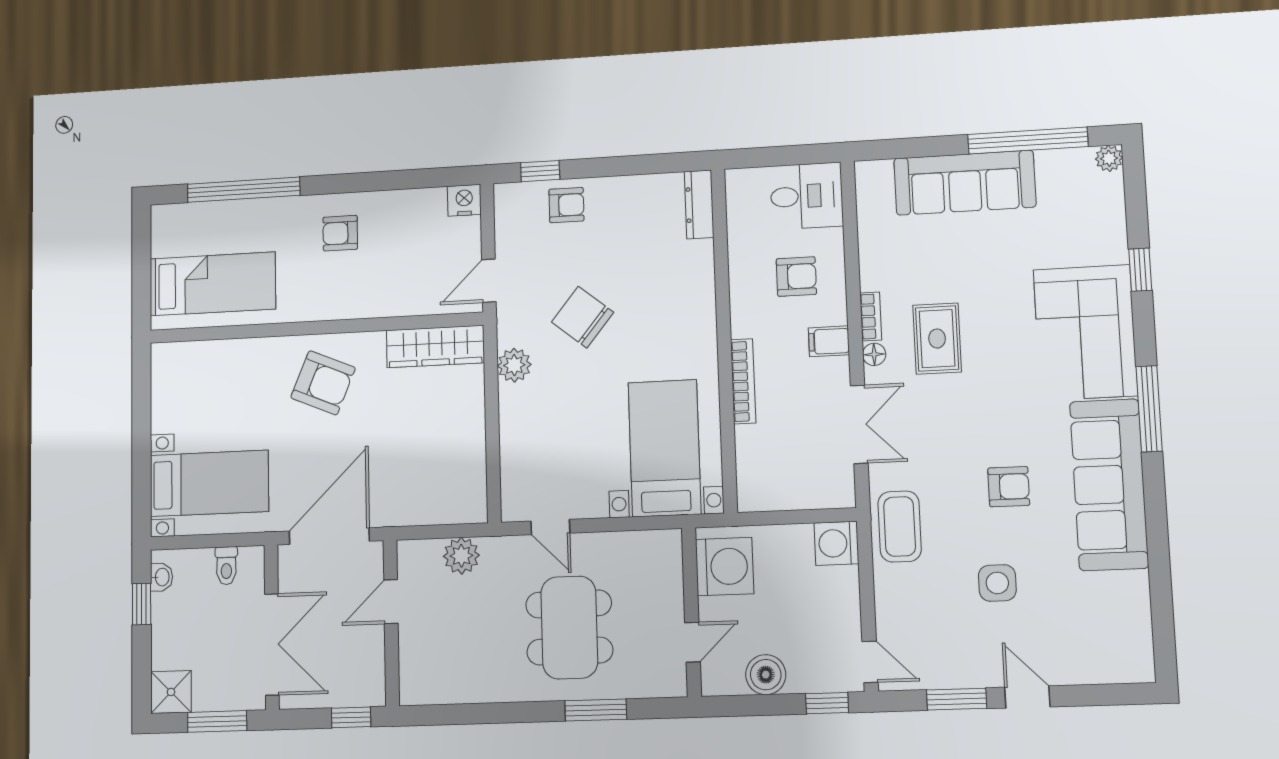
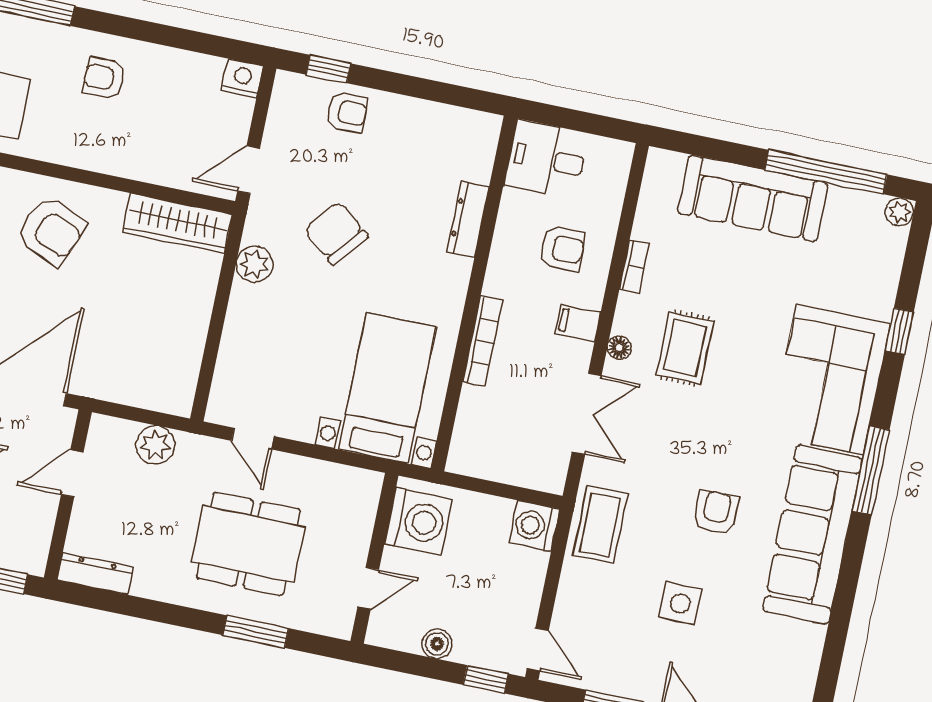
desk: (807, 196) -> (546, 159), moved, turned 180
dresser: (699, 204) -> (468, 219), moved
bookcase: (871, 316) -> (634, 266), moved
armchair: (1009, 487) -> (716, 512), turned -90
dining table: (569, 628) -> (248, 544), turned 90
boiler: (766, 675) -> (437, 644), width x0.73, depth x0.73
dresser: (433, 691) -> (95, 574), added

